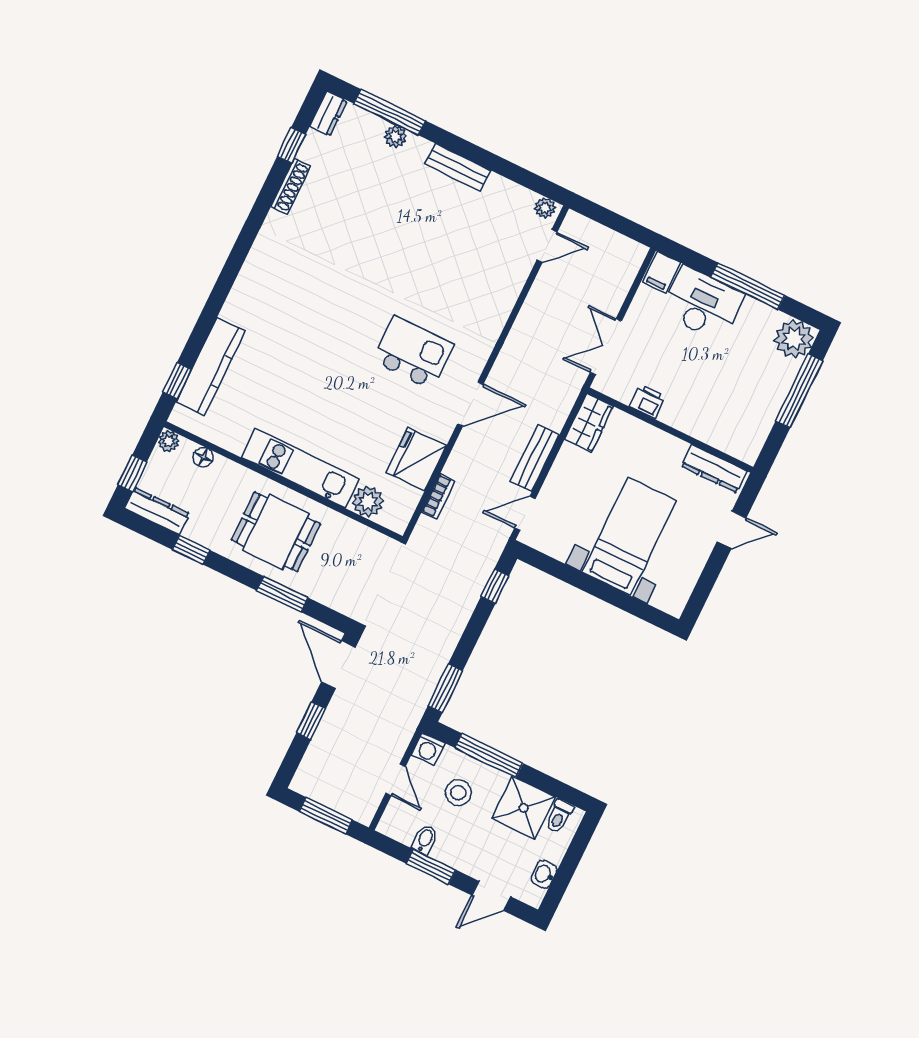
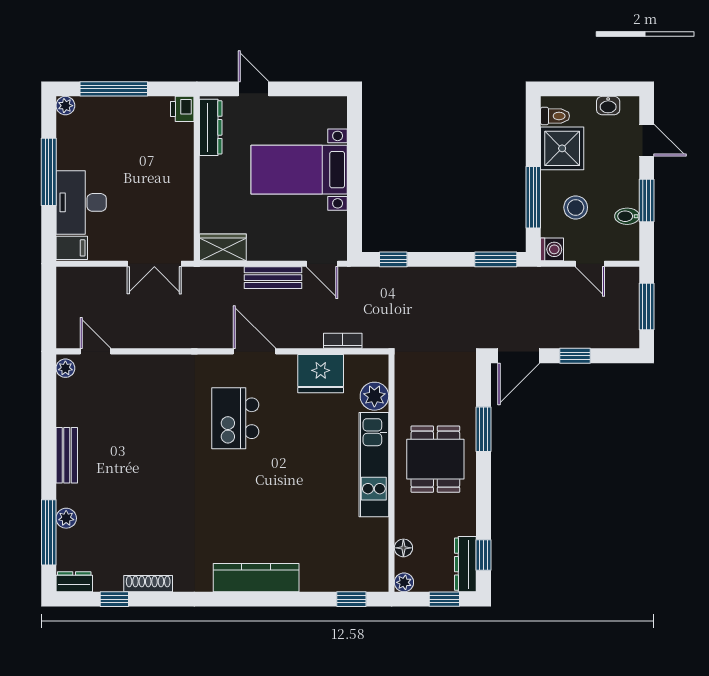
plant: (794, 339) -> (65, 106), width x0.53, depth x0.53
kitchen counter: (211, 366) -> (256, 578), moved
printer: (648, 401) -> (182, 109), moved
window: (191, 550) -> (484, 555), moved
door: (396, 780) -> (590, 264), swing flipped

